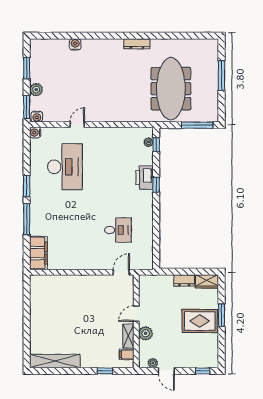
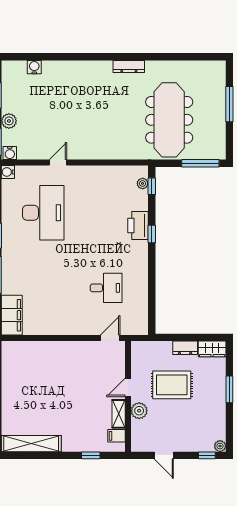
water cooler: (75, 44) -> (34, 67), moved
rug: (200, 321) -> (172, 385), moved
plant: (153, 363) -> (220, 446), moved

